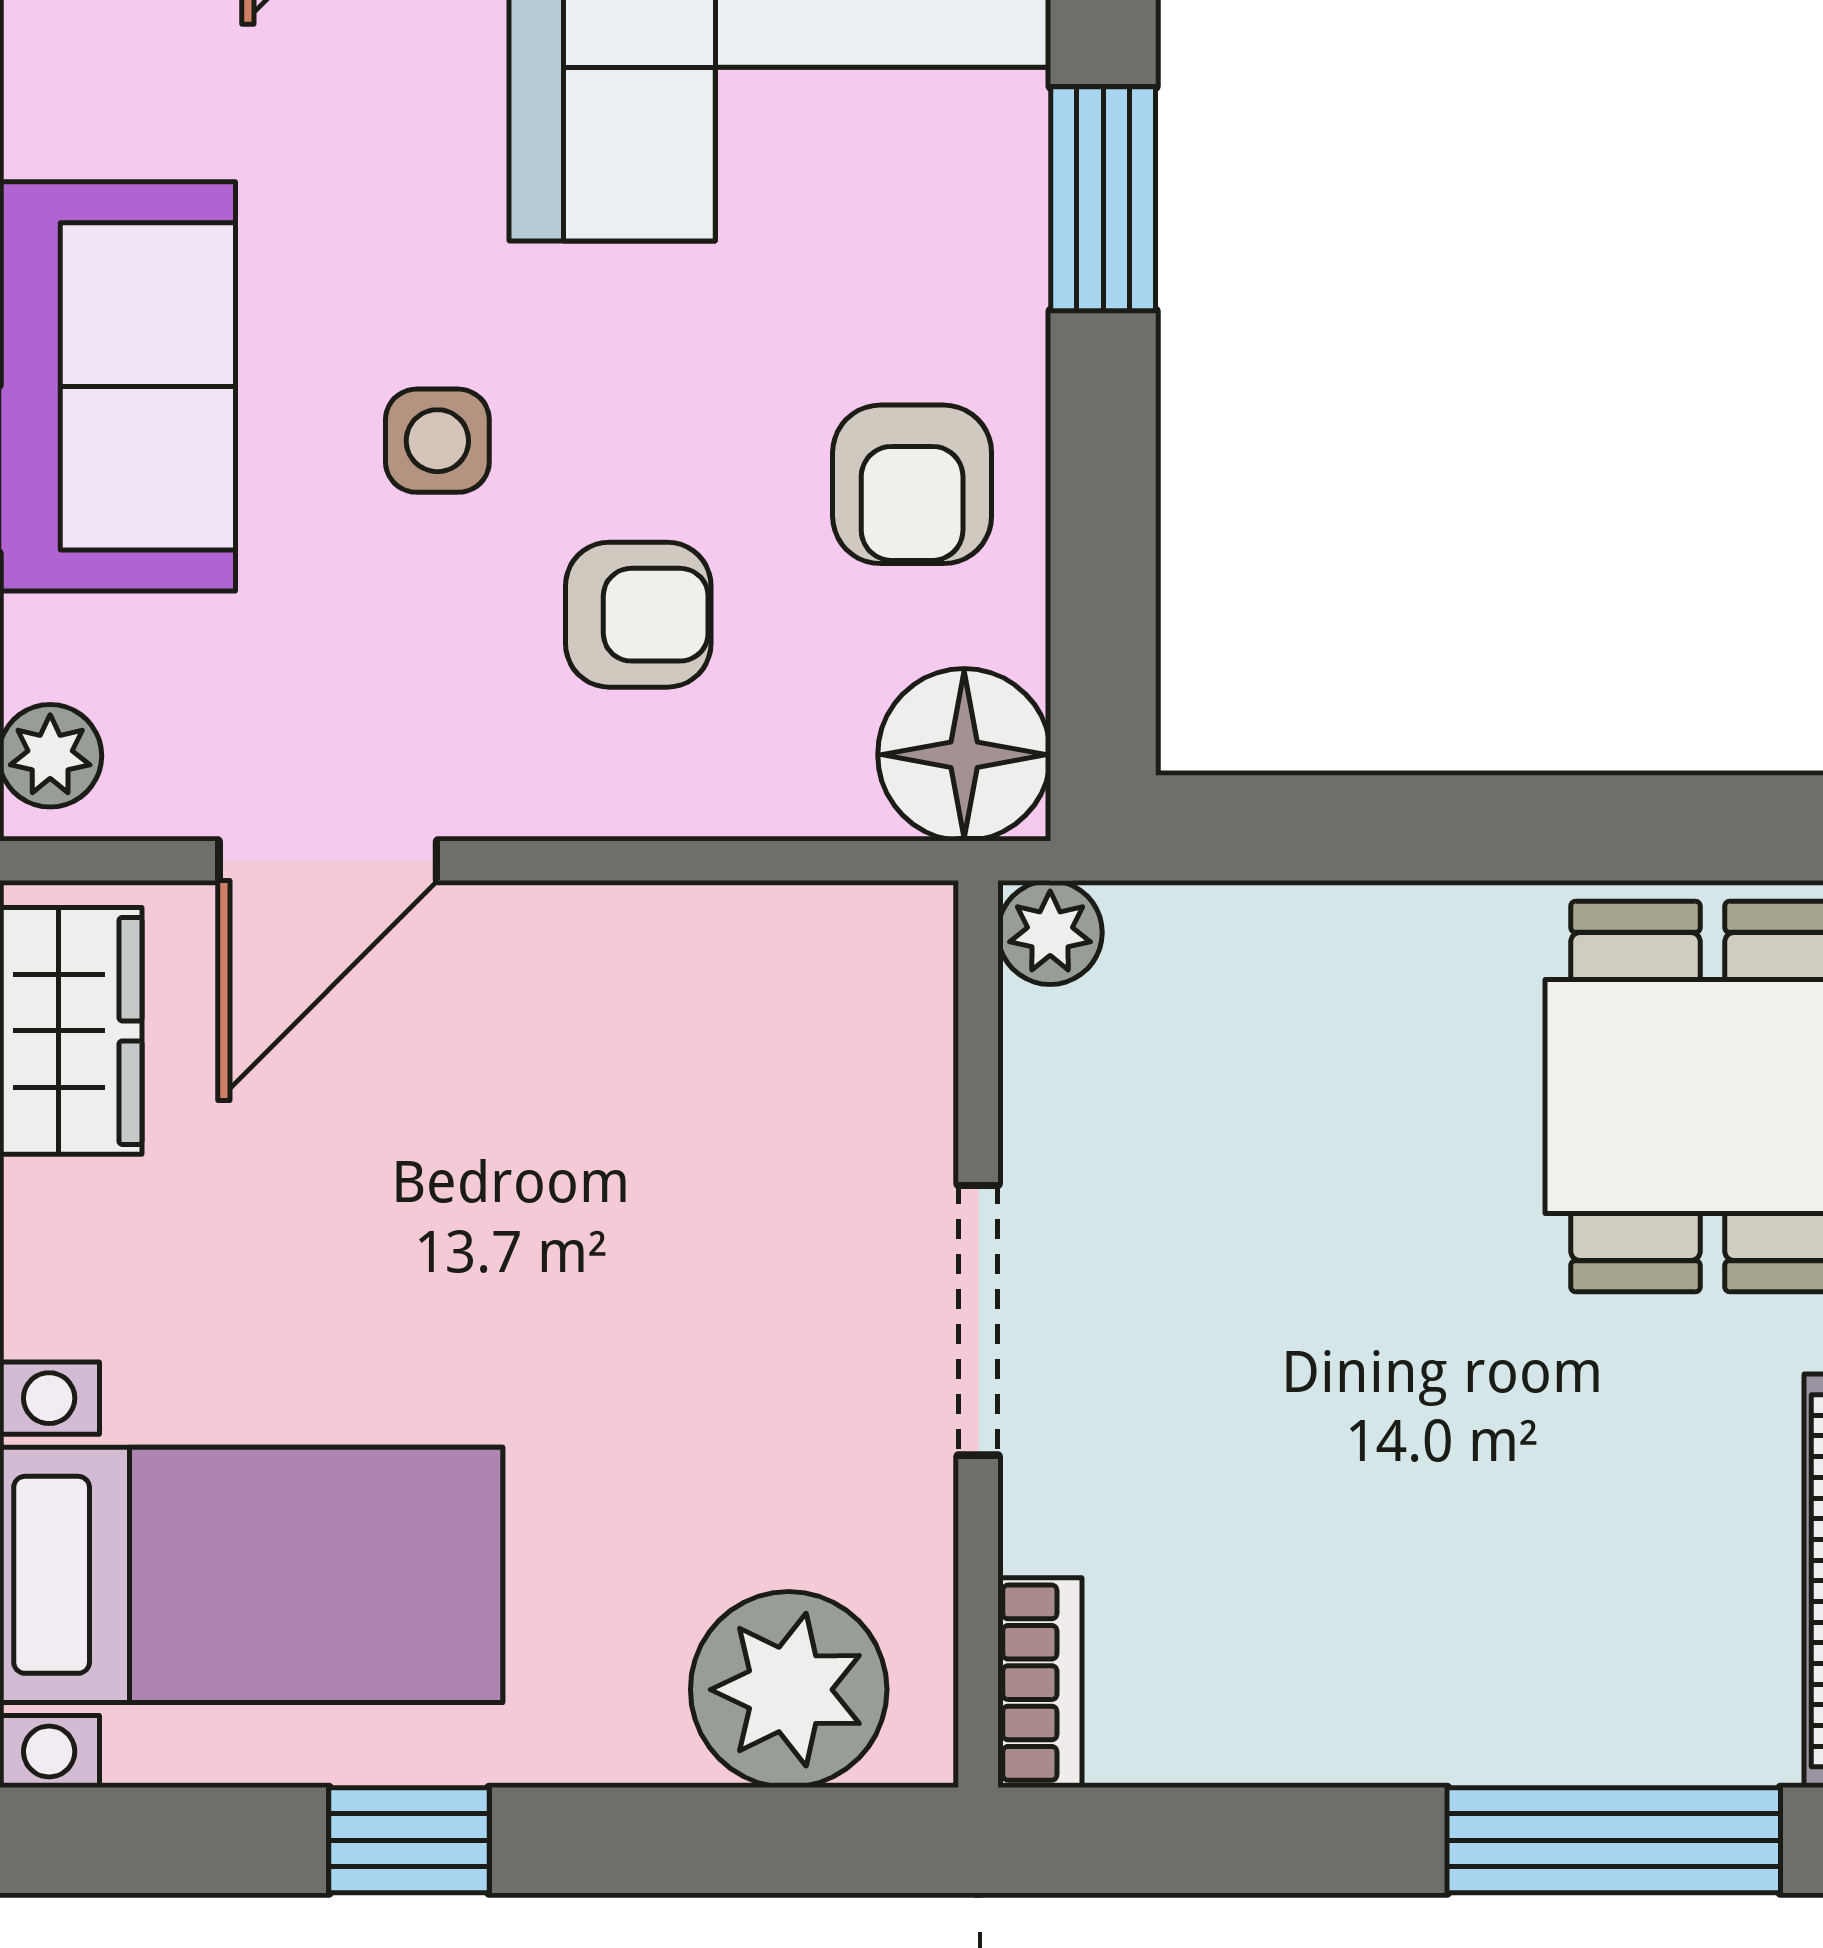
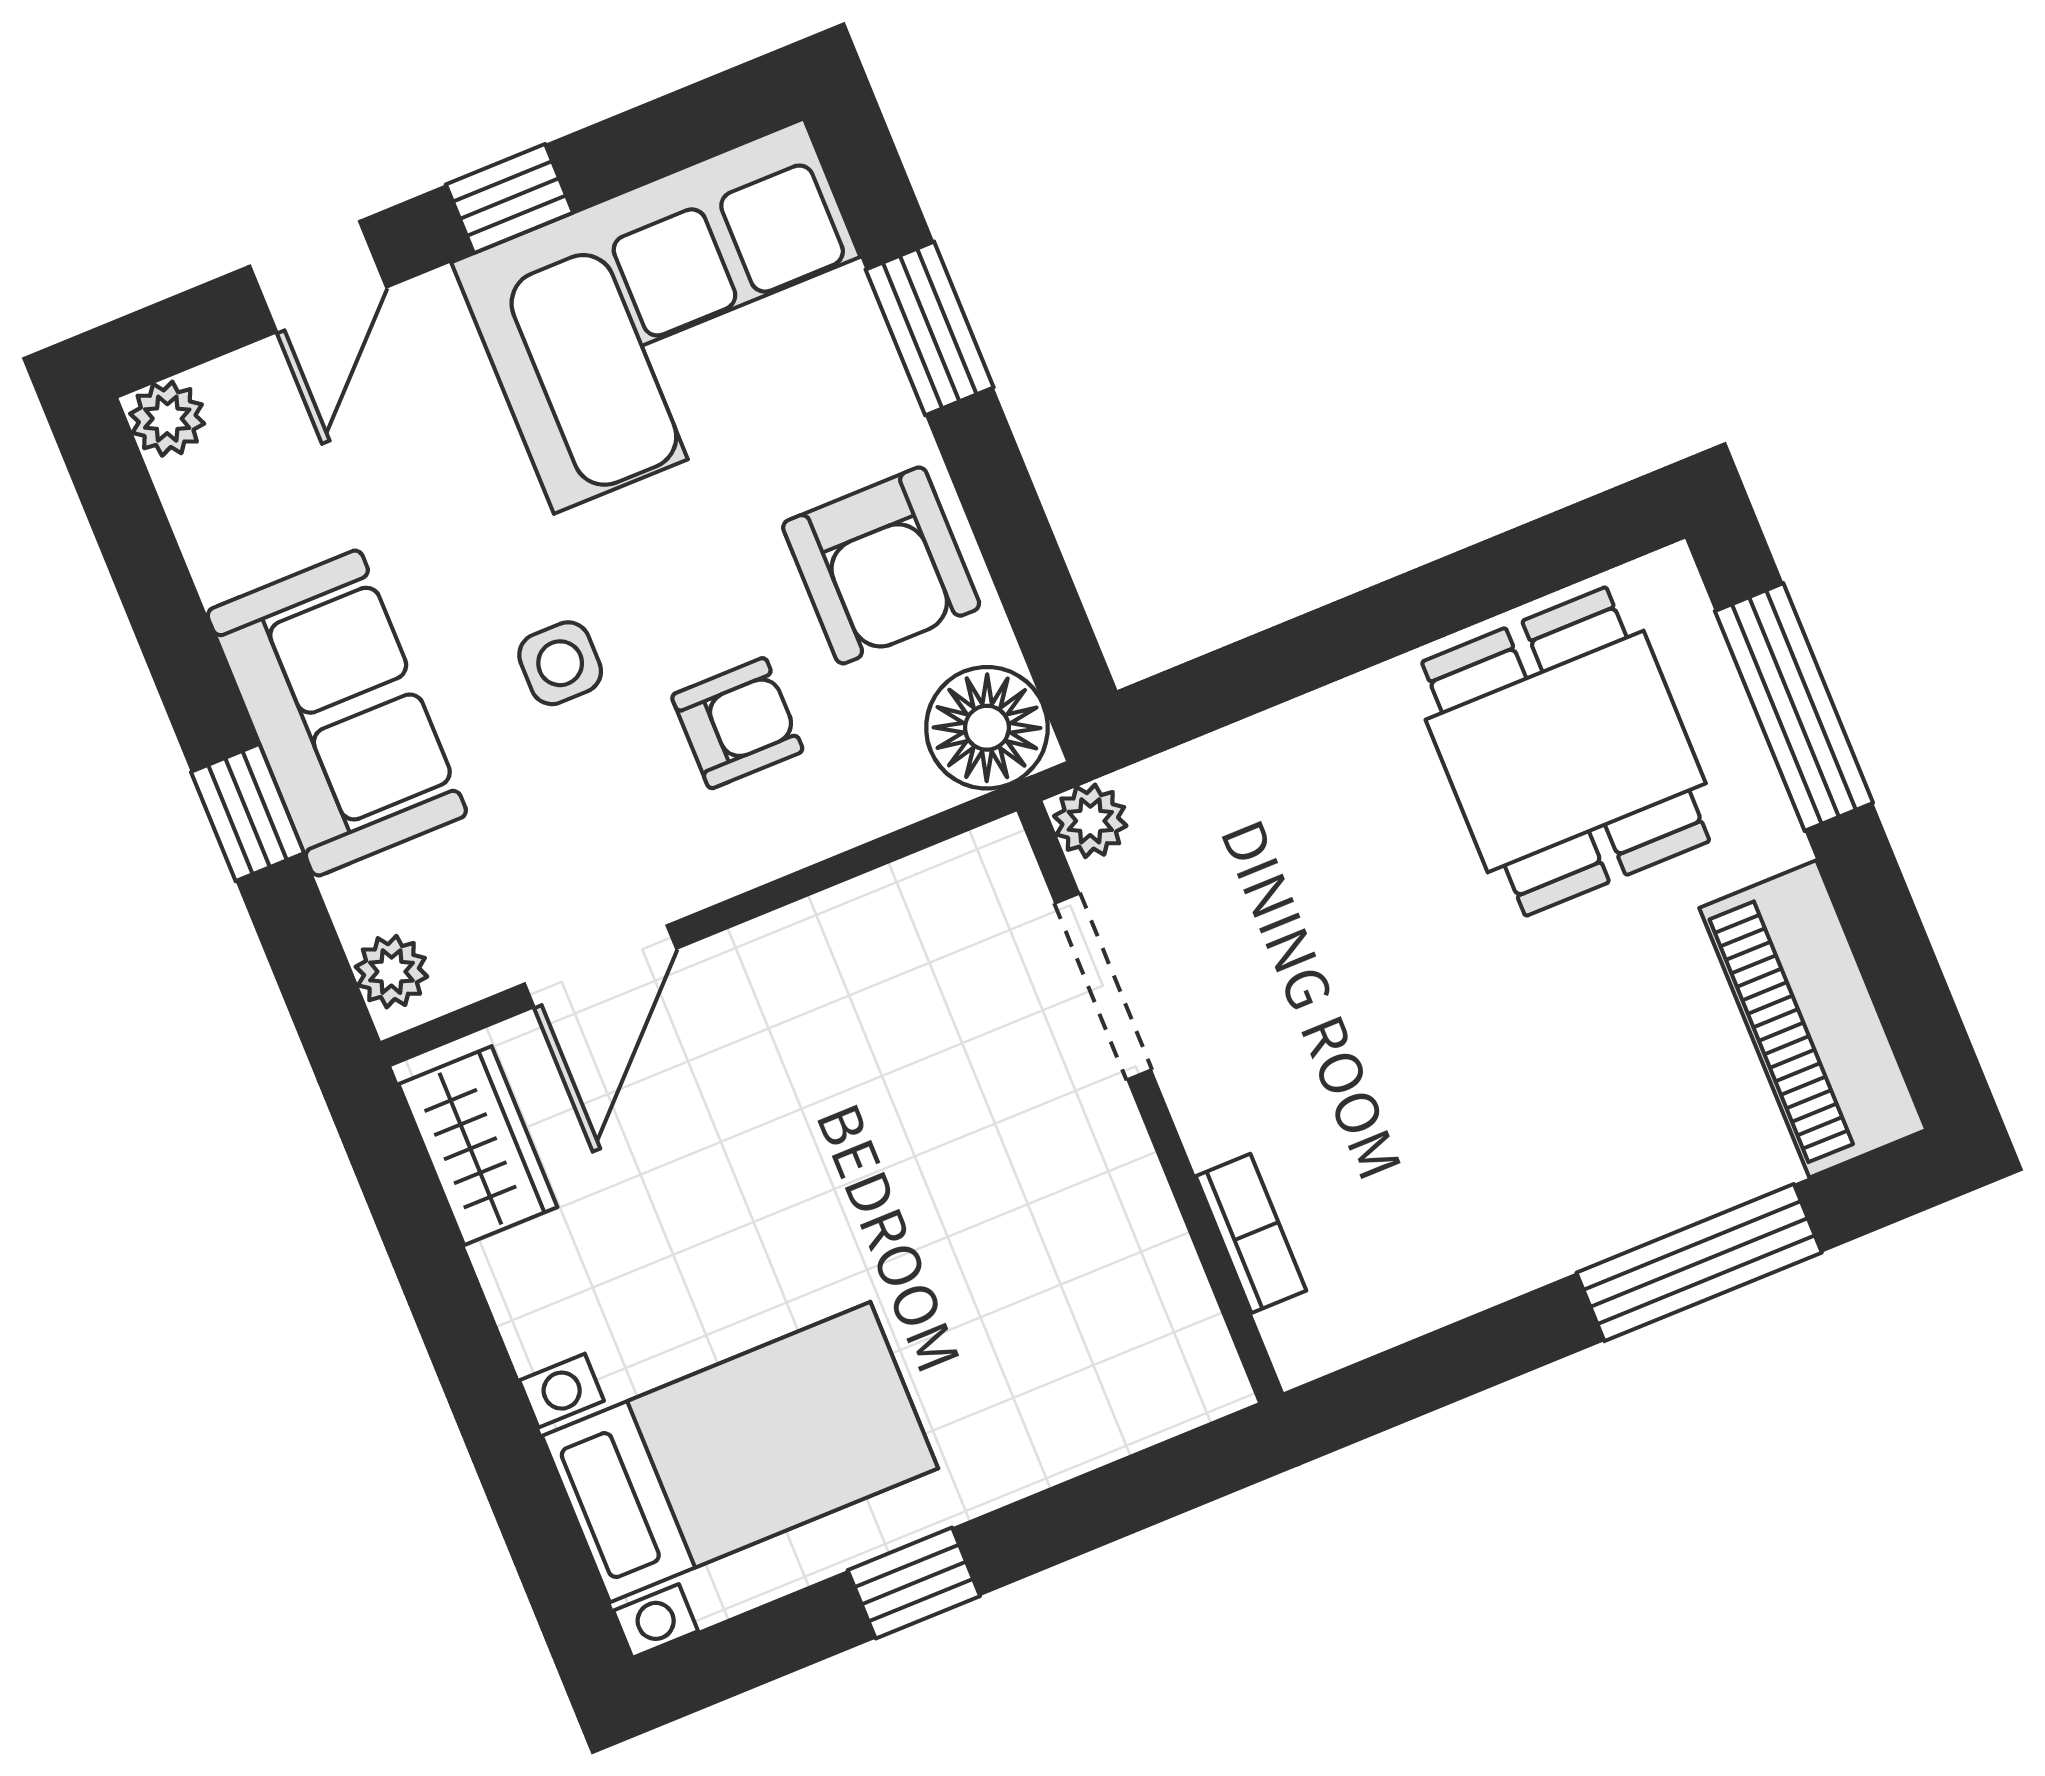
armchair: (912, 484) -> (881, 565), width x1.38, depth x1.38
doorway: (978, 1320) -> (1103, 986), moved
bookcase: (1040, 1683) -> (1251, 1233), moved
plant: (789, 1690) -> (1121, 1384), removed

